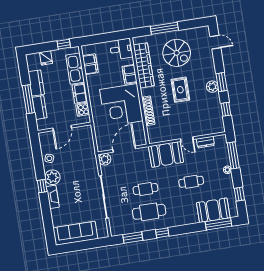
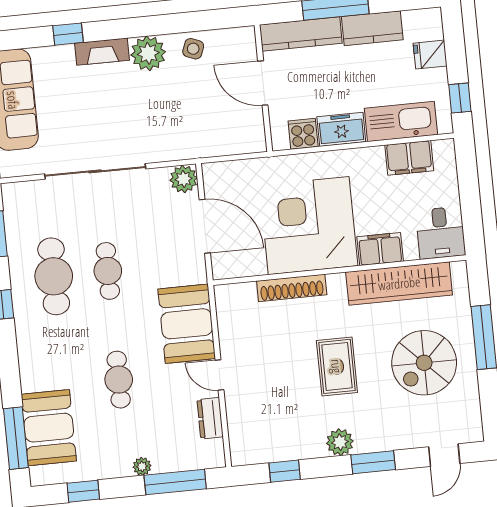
window: (222, 82) -> (373, 462), moved
rug: (180, 90) -> (337, 366), turned 90
kitchen counter: (40, 108) -> (301, 34), width x1.50
door: (187, 139) -> (220, 375), hinge flipped
window: (42, 186) -> (68, 34), moved

